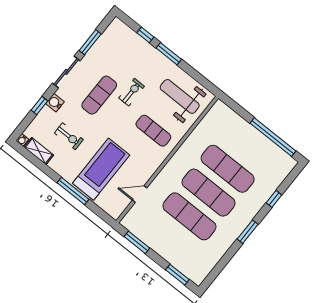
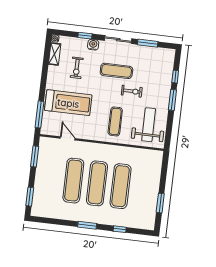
window: (273, 137) -> (160, 203), width x0.47
window: (73, 191) -> (40, 114), moved

